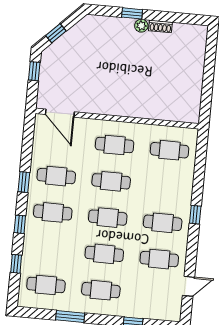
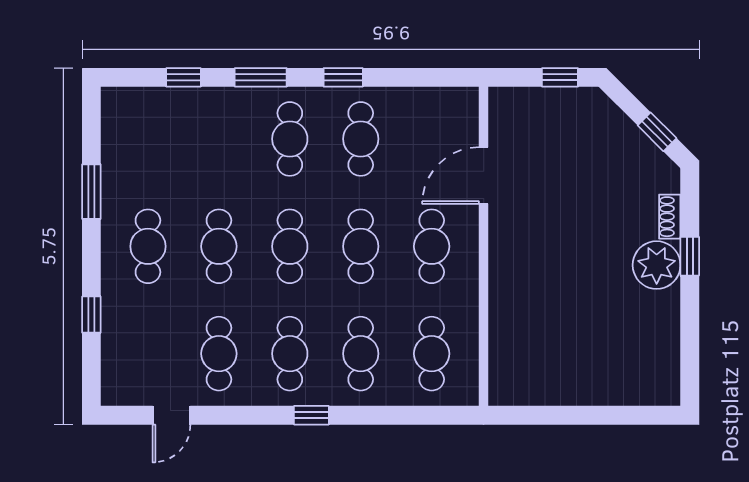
plant: (141, 26) -> (657, 265), width x1.87, depth x1.87
shoe rack: (160, 26) -> (670, 217), moved
window: (56, 33) -> (657, 132), moved
door: (60, 113) -> (484, 176), moved
window: (20, 224) -> (261, 77), width x1.50
cafe table: (46, 285) -> (361, 354), moved
door: (188, 286) -> (171, 415), hinge flipped

